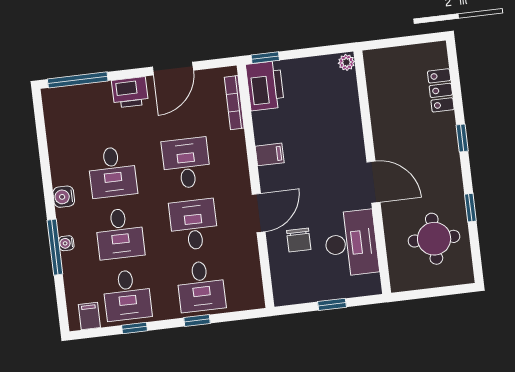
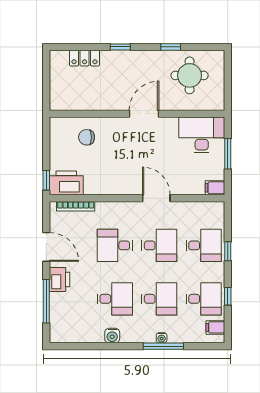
plant: (346, 62) -> (57, 123), removed
window: (78, 80) -> (46, 301), moved
filing cabinet: (270, 154) -> (215, 188), moved, turned -90
water cooler: (64, 197) -> (112, 336), moved
desk: (194, 225) -> (159, 245), turned 180
chair: (299, 240) -> (87, 137), moved, turned 180
desk: (351, 243) -> (202, 135), moved
window: (332, 304) -> (228, 154), width x1.50

